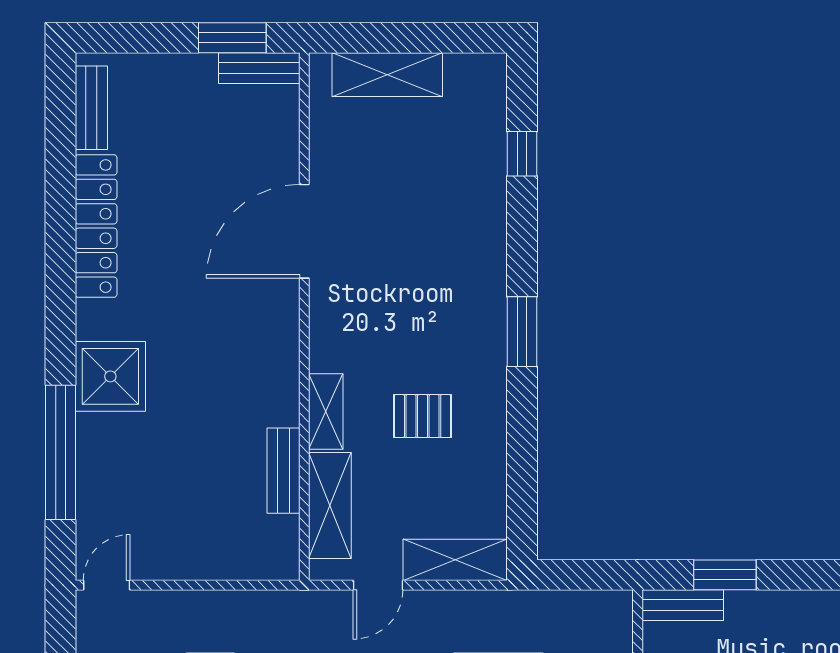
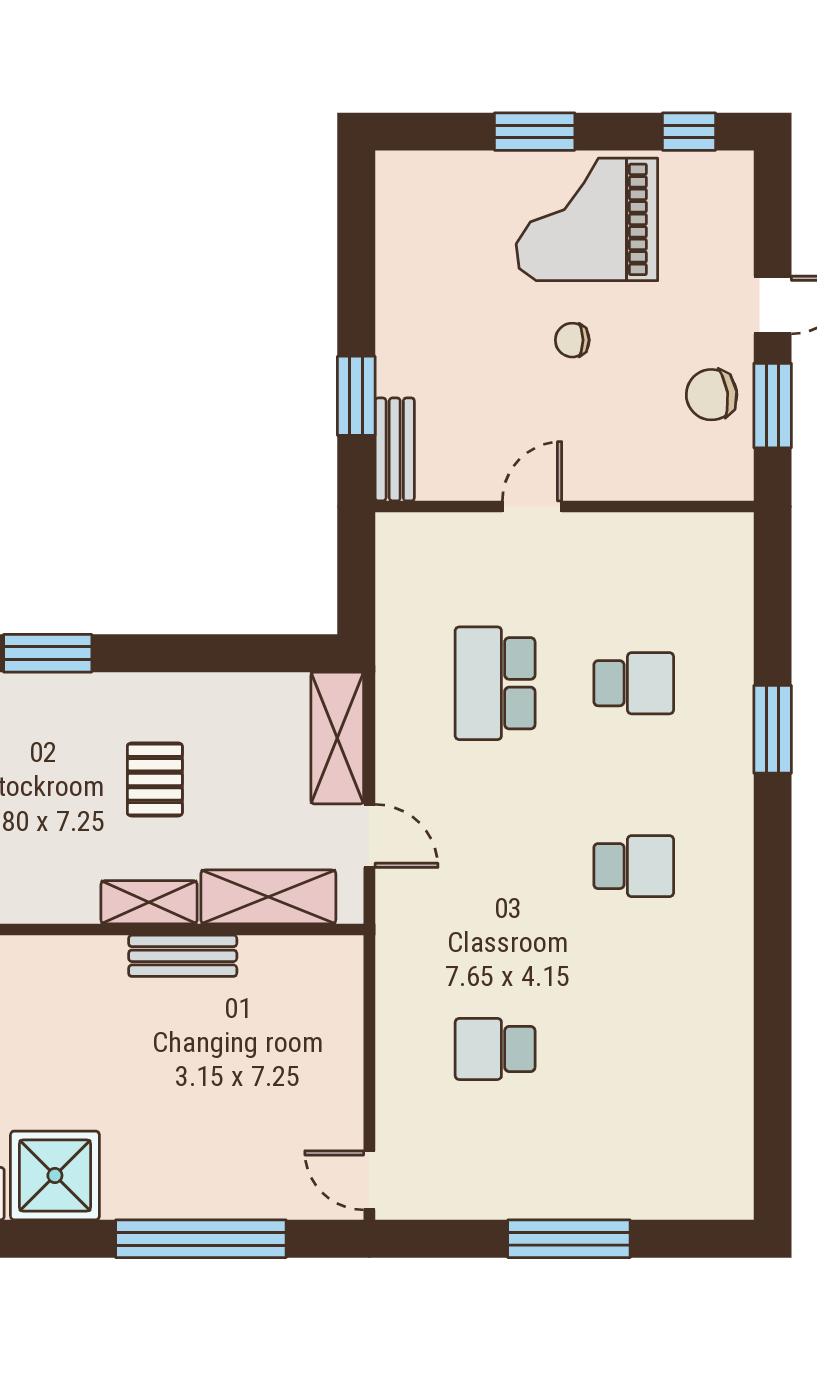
shower: (110, 376) -> (55, 1175), moved
bench: (283, 471) -> (183, 956), moved

